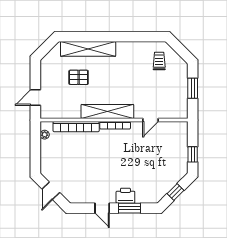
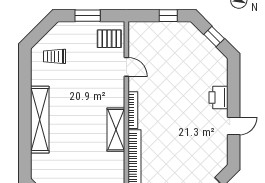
shelving: (88, 49) -> (40, 120), moved
pallet: (79, 77) -> (109, 39), moved, turned 90
shelving: (107, 111) -> (116, 130), width x0.68
window: (129, 208) -> (234, 93), removed

